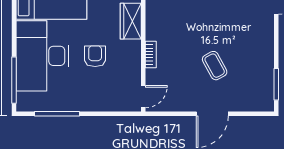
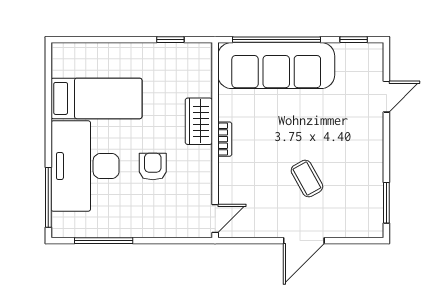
bookcase: (151, 55) -> (225, 139), moved

